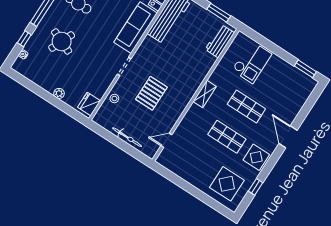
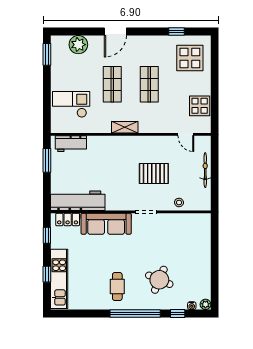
plant: (59, 93) -> (205, 304), moved
plant: (297, 100) -> (78, 45), added
fridge: (89, 104) -> (198, 221), removed
display table: (256, 157) -> (200, 106), moved

